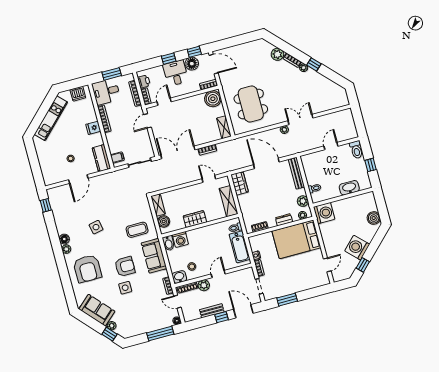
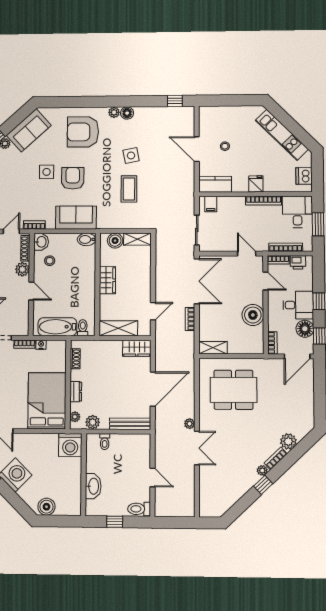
boiler: (213, 99) -> (253, 315), moved
coffee table: (137, 230) -> (129, 189), moved
washing machine: (180, 239) -> (87, 255), removed
armchair: (125, 266) -> (73, 178), turned 180

